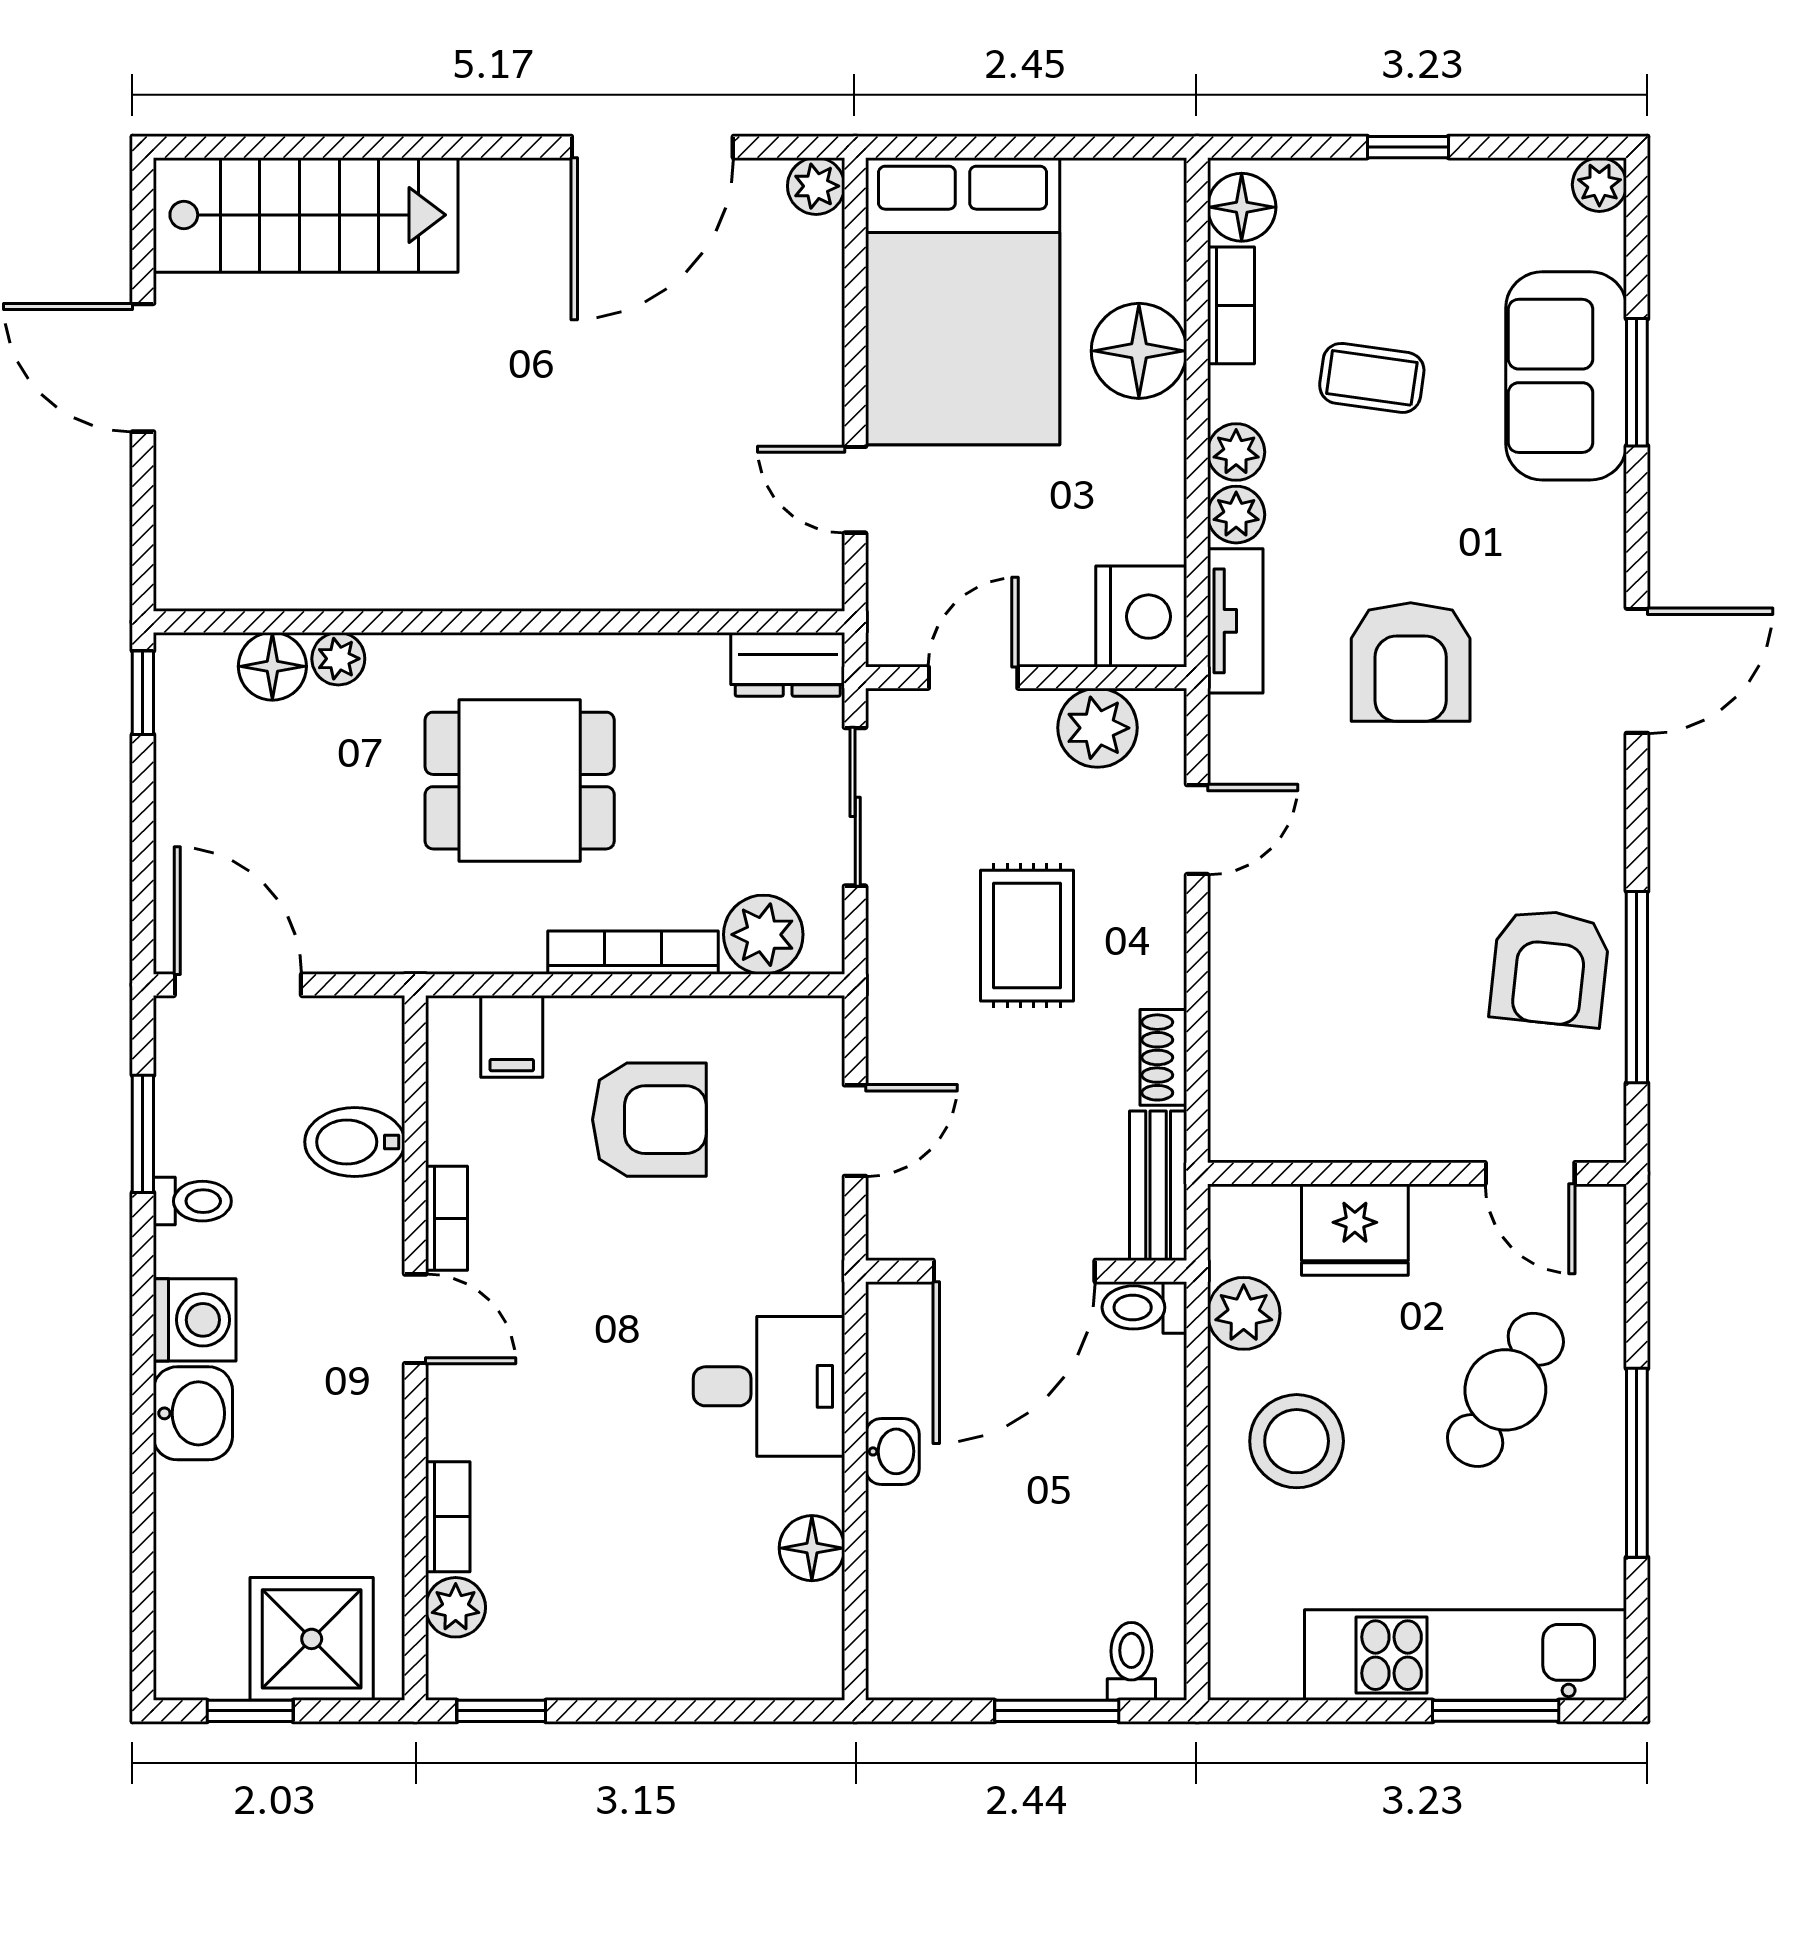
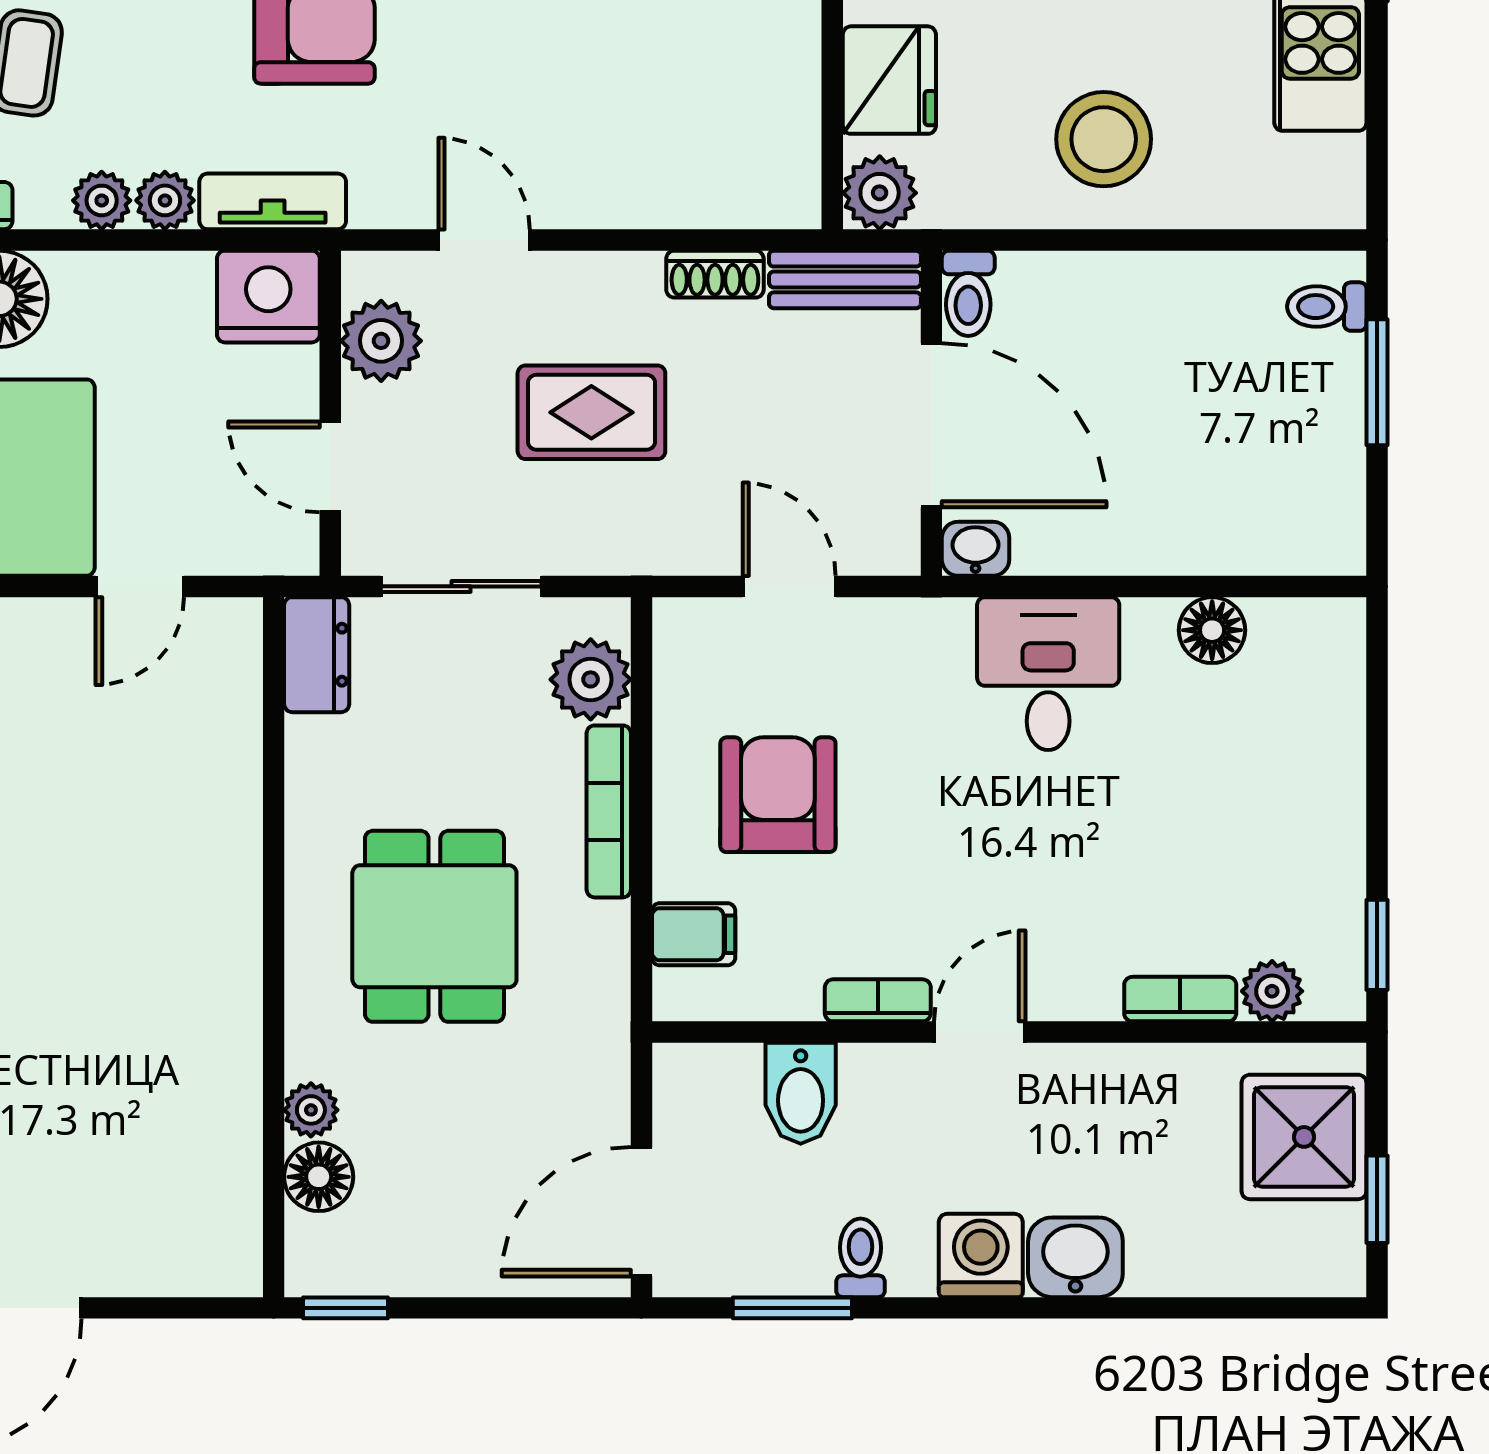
plant: (1244, 1313) -> (880, 193), moved
washbasin: (892, 1451) -> (976, 549), moved

